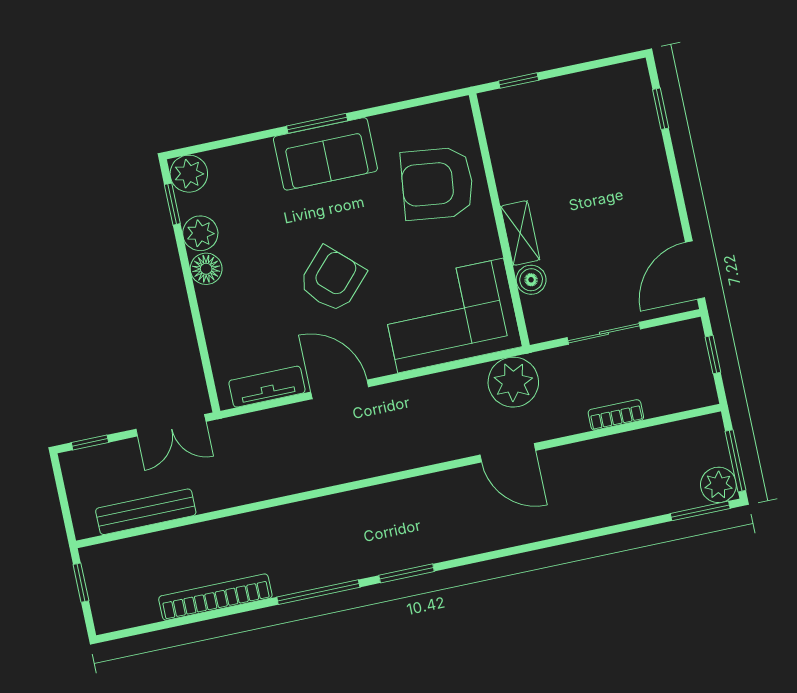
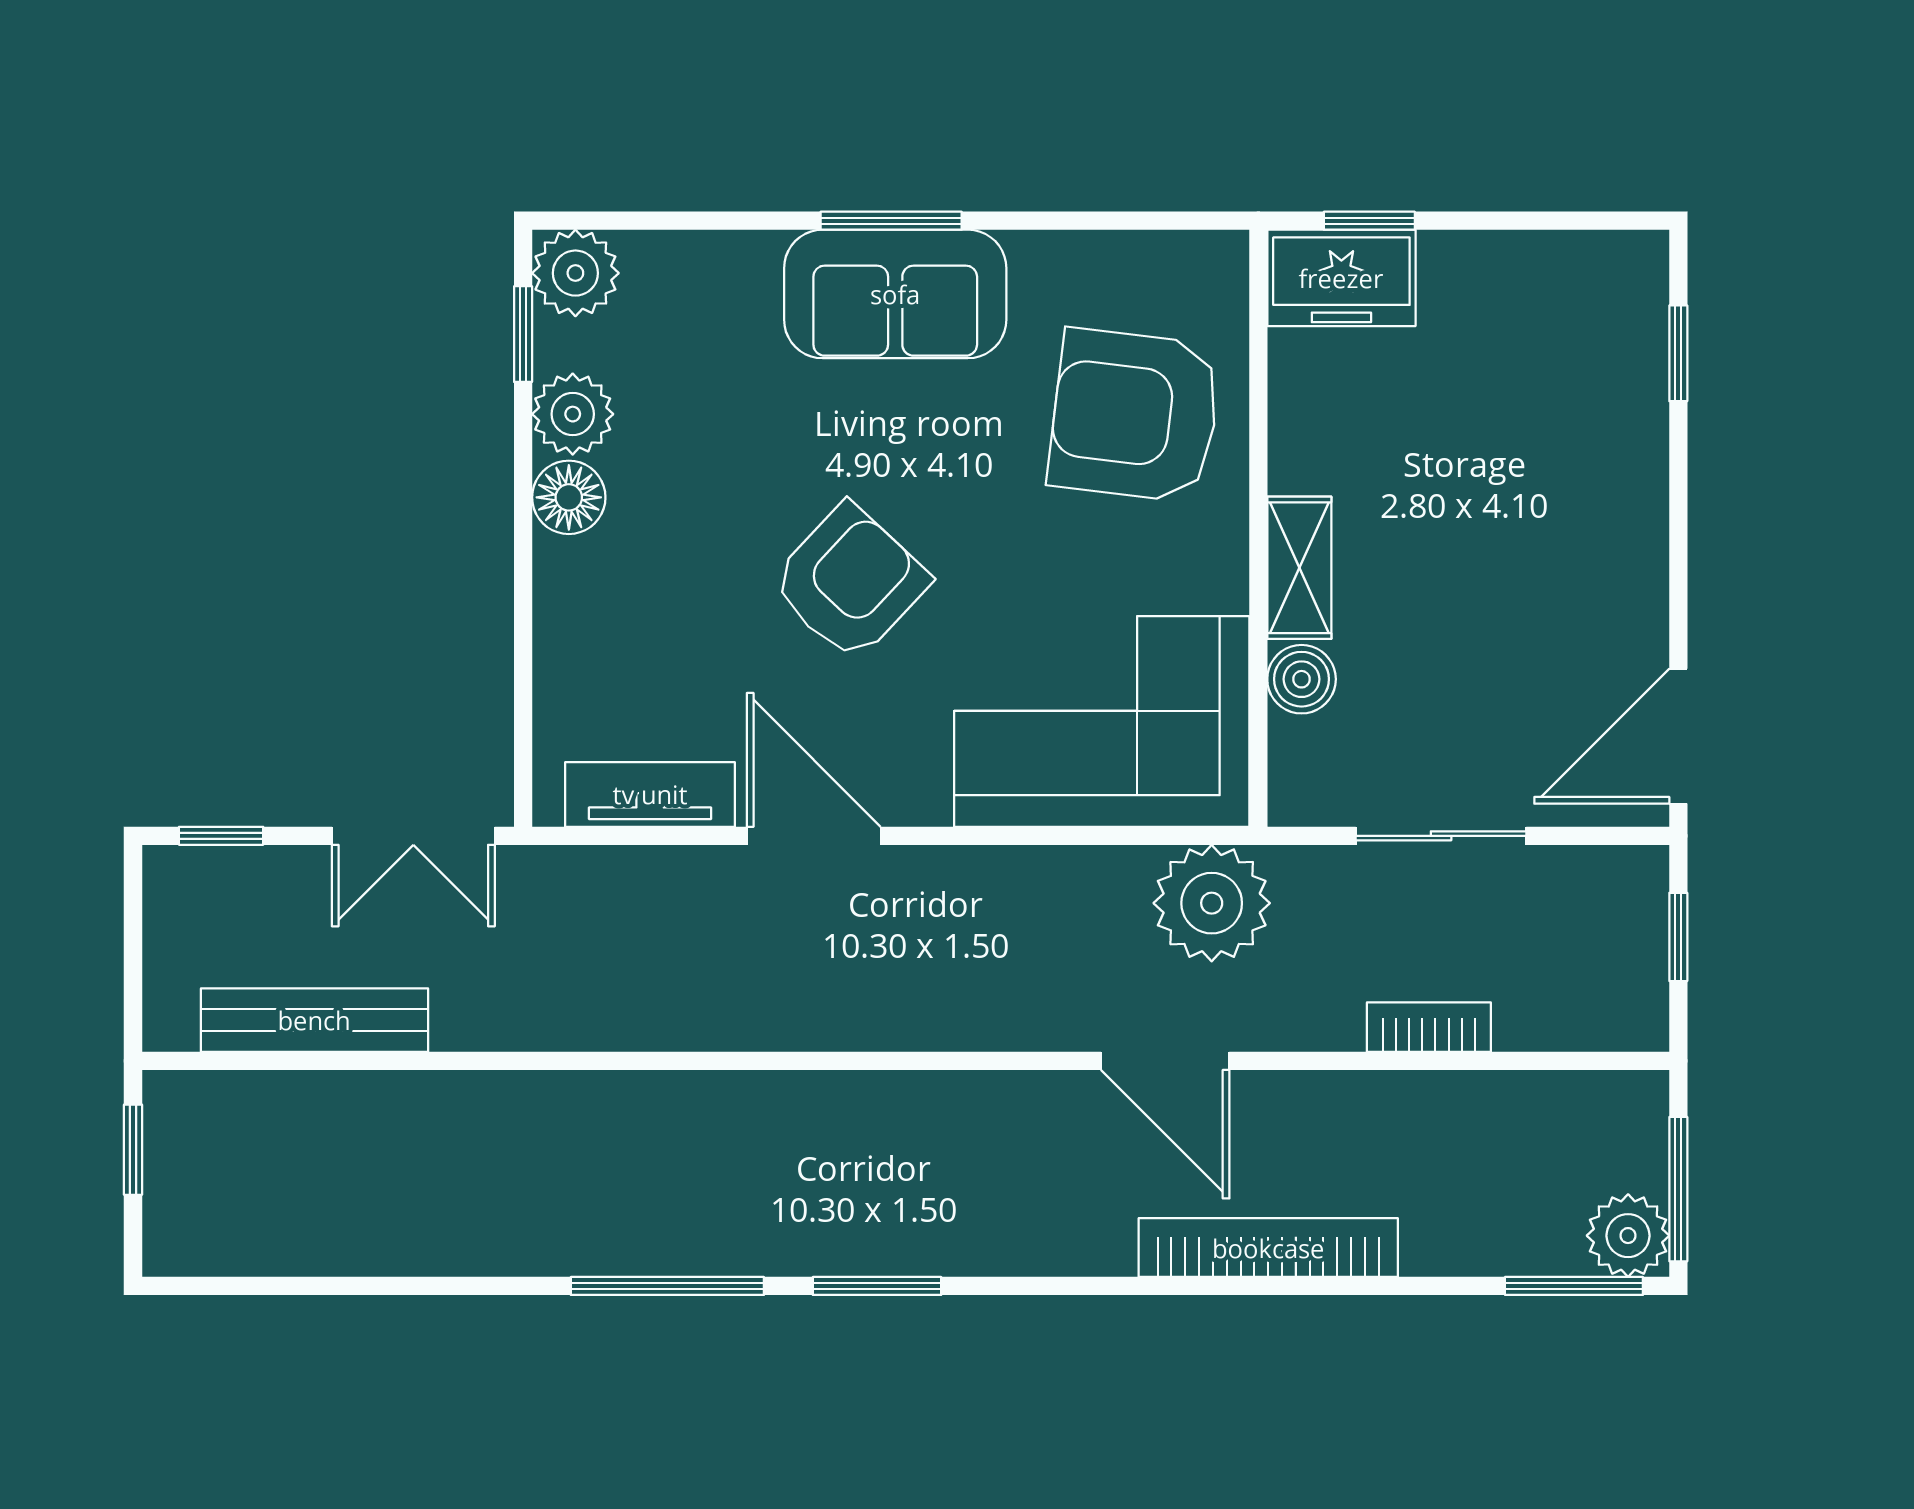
freezer: (512, 107) -> (1341, 278), added
bookcase: (215, 597) -> (1268, 1248), moved

